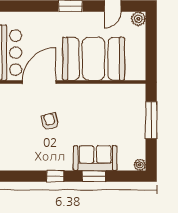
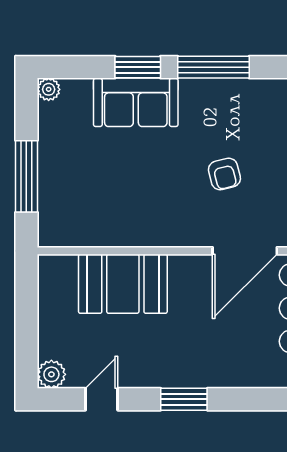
booth: (94, 59) -> (123, 284), width x0.73, depth x0.70
window: (55, 176) -> (213, 67), width x2.17

